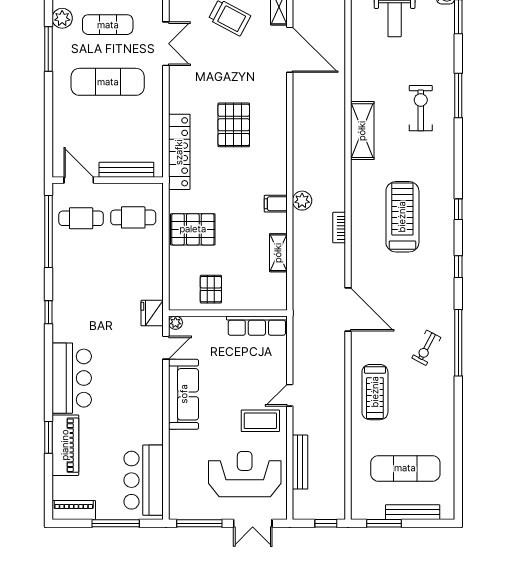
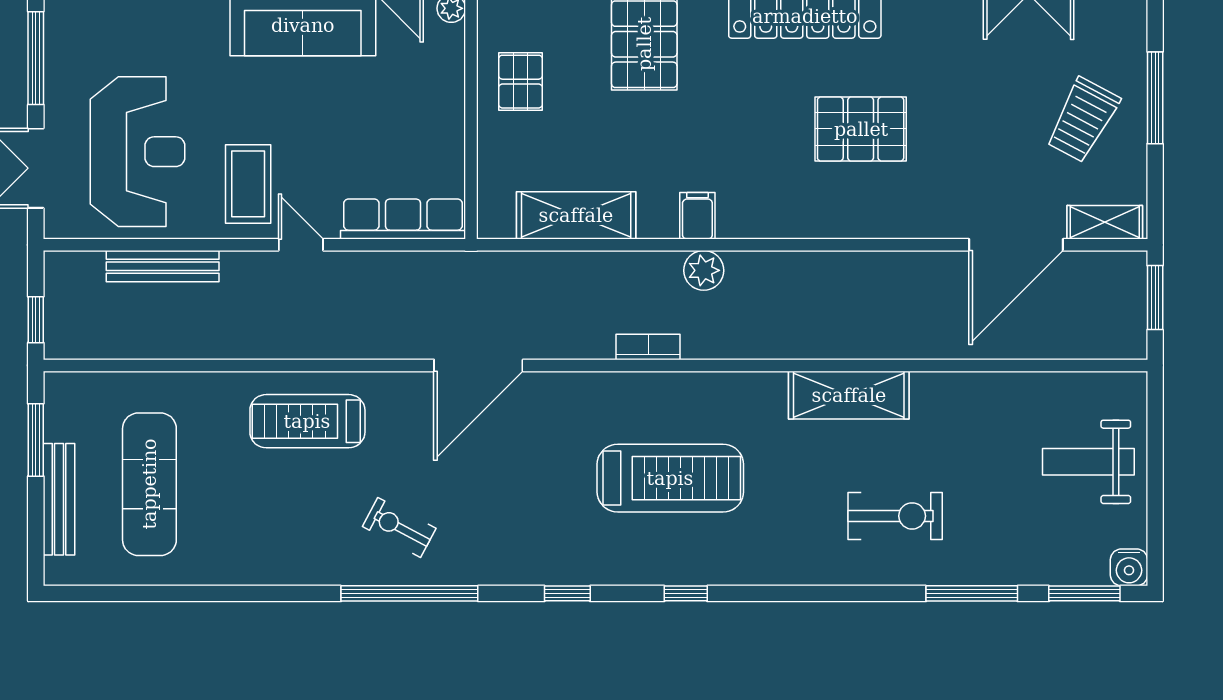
window: (458, 96) -> (972, 593), moved
shelving: (278, 253) -> (576, 215), width x1.50, depth x1.33
pallet: (211, 289) -> (521, 82), turned 90
row of seats: (257, 326) -> (403, 219), moved, turned 90

